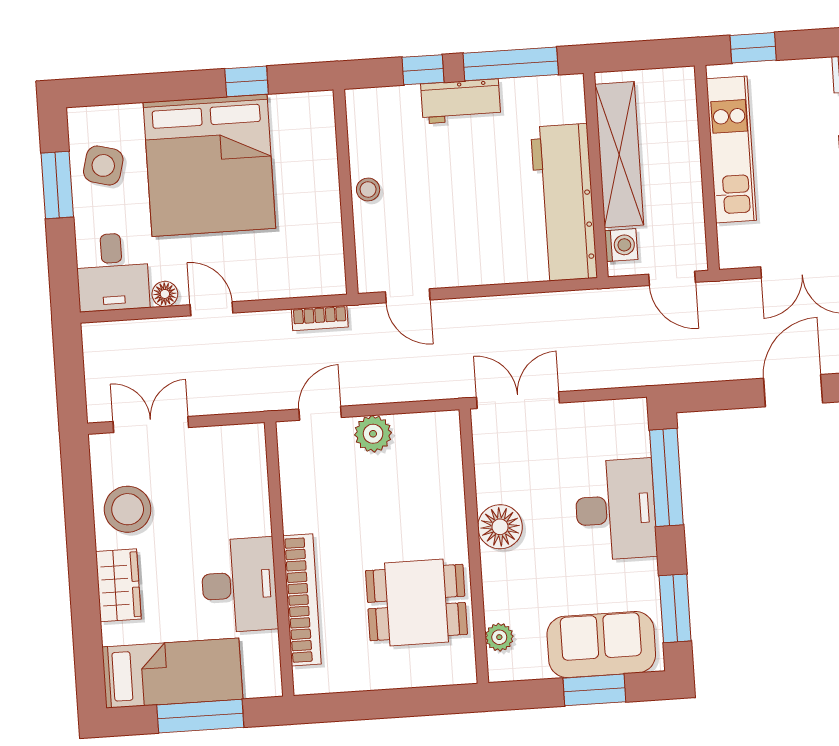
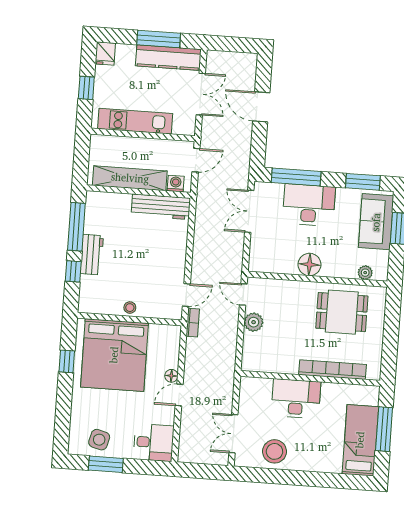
window: (753, 48) -> (86, 88), moved
bed: (209, 165) -> (114, 355), moved, turned 90
workbench: (564, 202) -> (161, 207), width x0.73, depth x0.76
floor lamp: (165, 294) -> (171, 376), moved
bookcase: (320, 318) -> (193, 323), moved
double door: (518, 400) -> (249, 211), moved
door: (320, 413) -> (243, 295), moved
wardrobe: (118, 585) -> (312, 461), removed
desk: (239, 585) -> (296, 399), moved
dining table: (416, 602) -> (342, 312), turned 90

